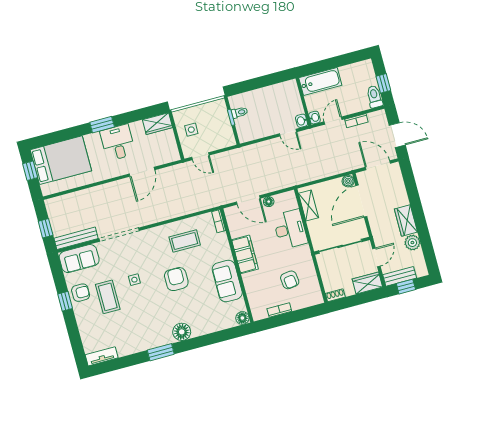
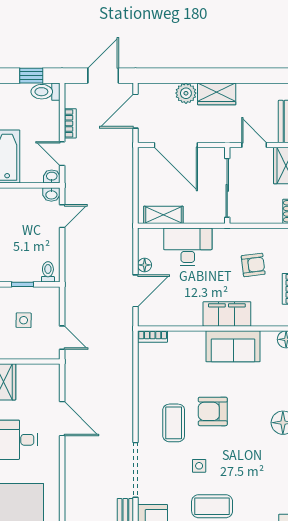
toilet: (239, 112) -> (48, 272), moved
side table: (191, 130) -> (24, 320), moved
door: (200, 156) -> (62, 338), hinge flipped
boiler: (348, 181) -> (146, 155), removed
coffee table: (185, 241) -> (174, 423), moved
plant: (412, 243) -> (186, 93), moved
filing cabinet: (245, 254) -> (227, 314), moved

